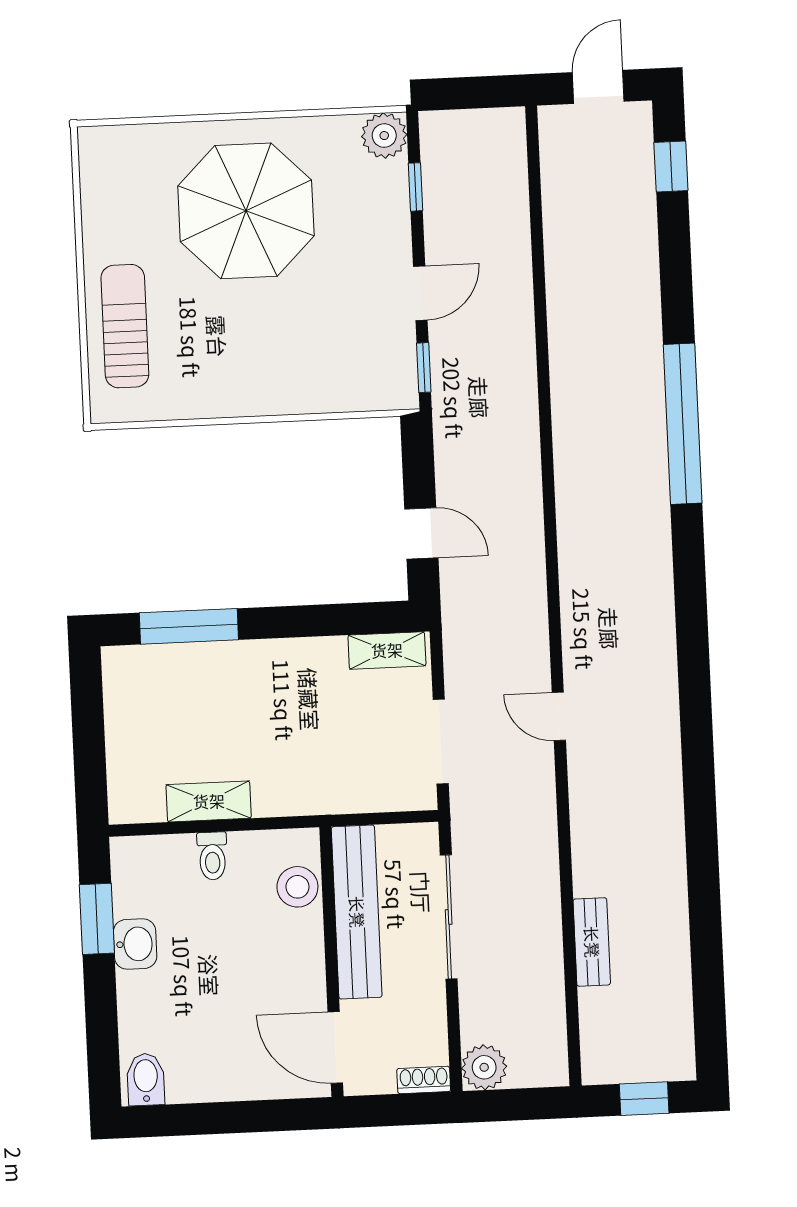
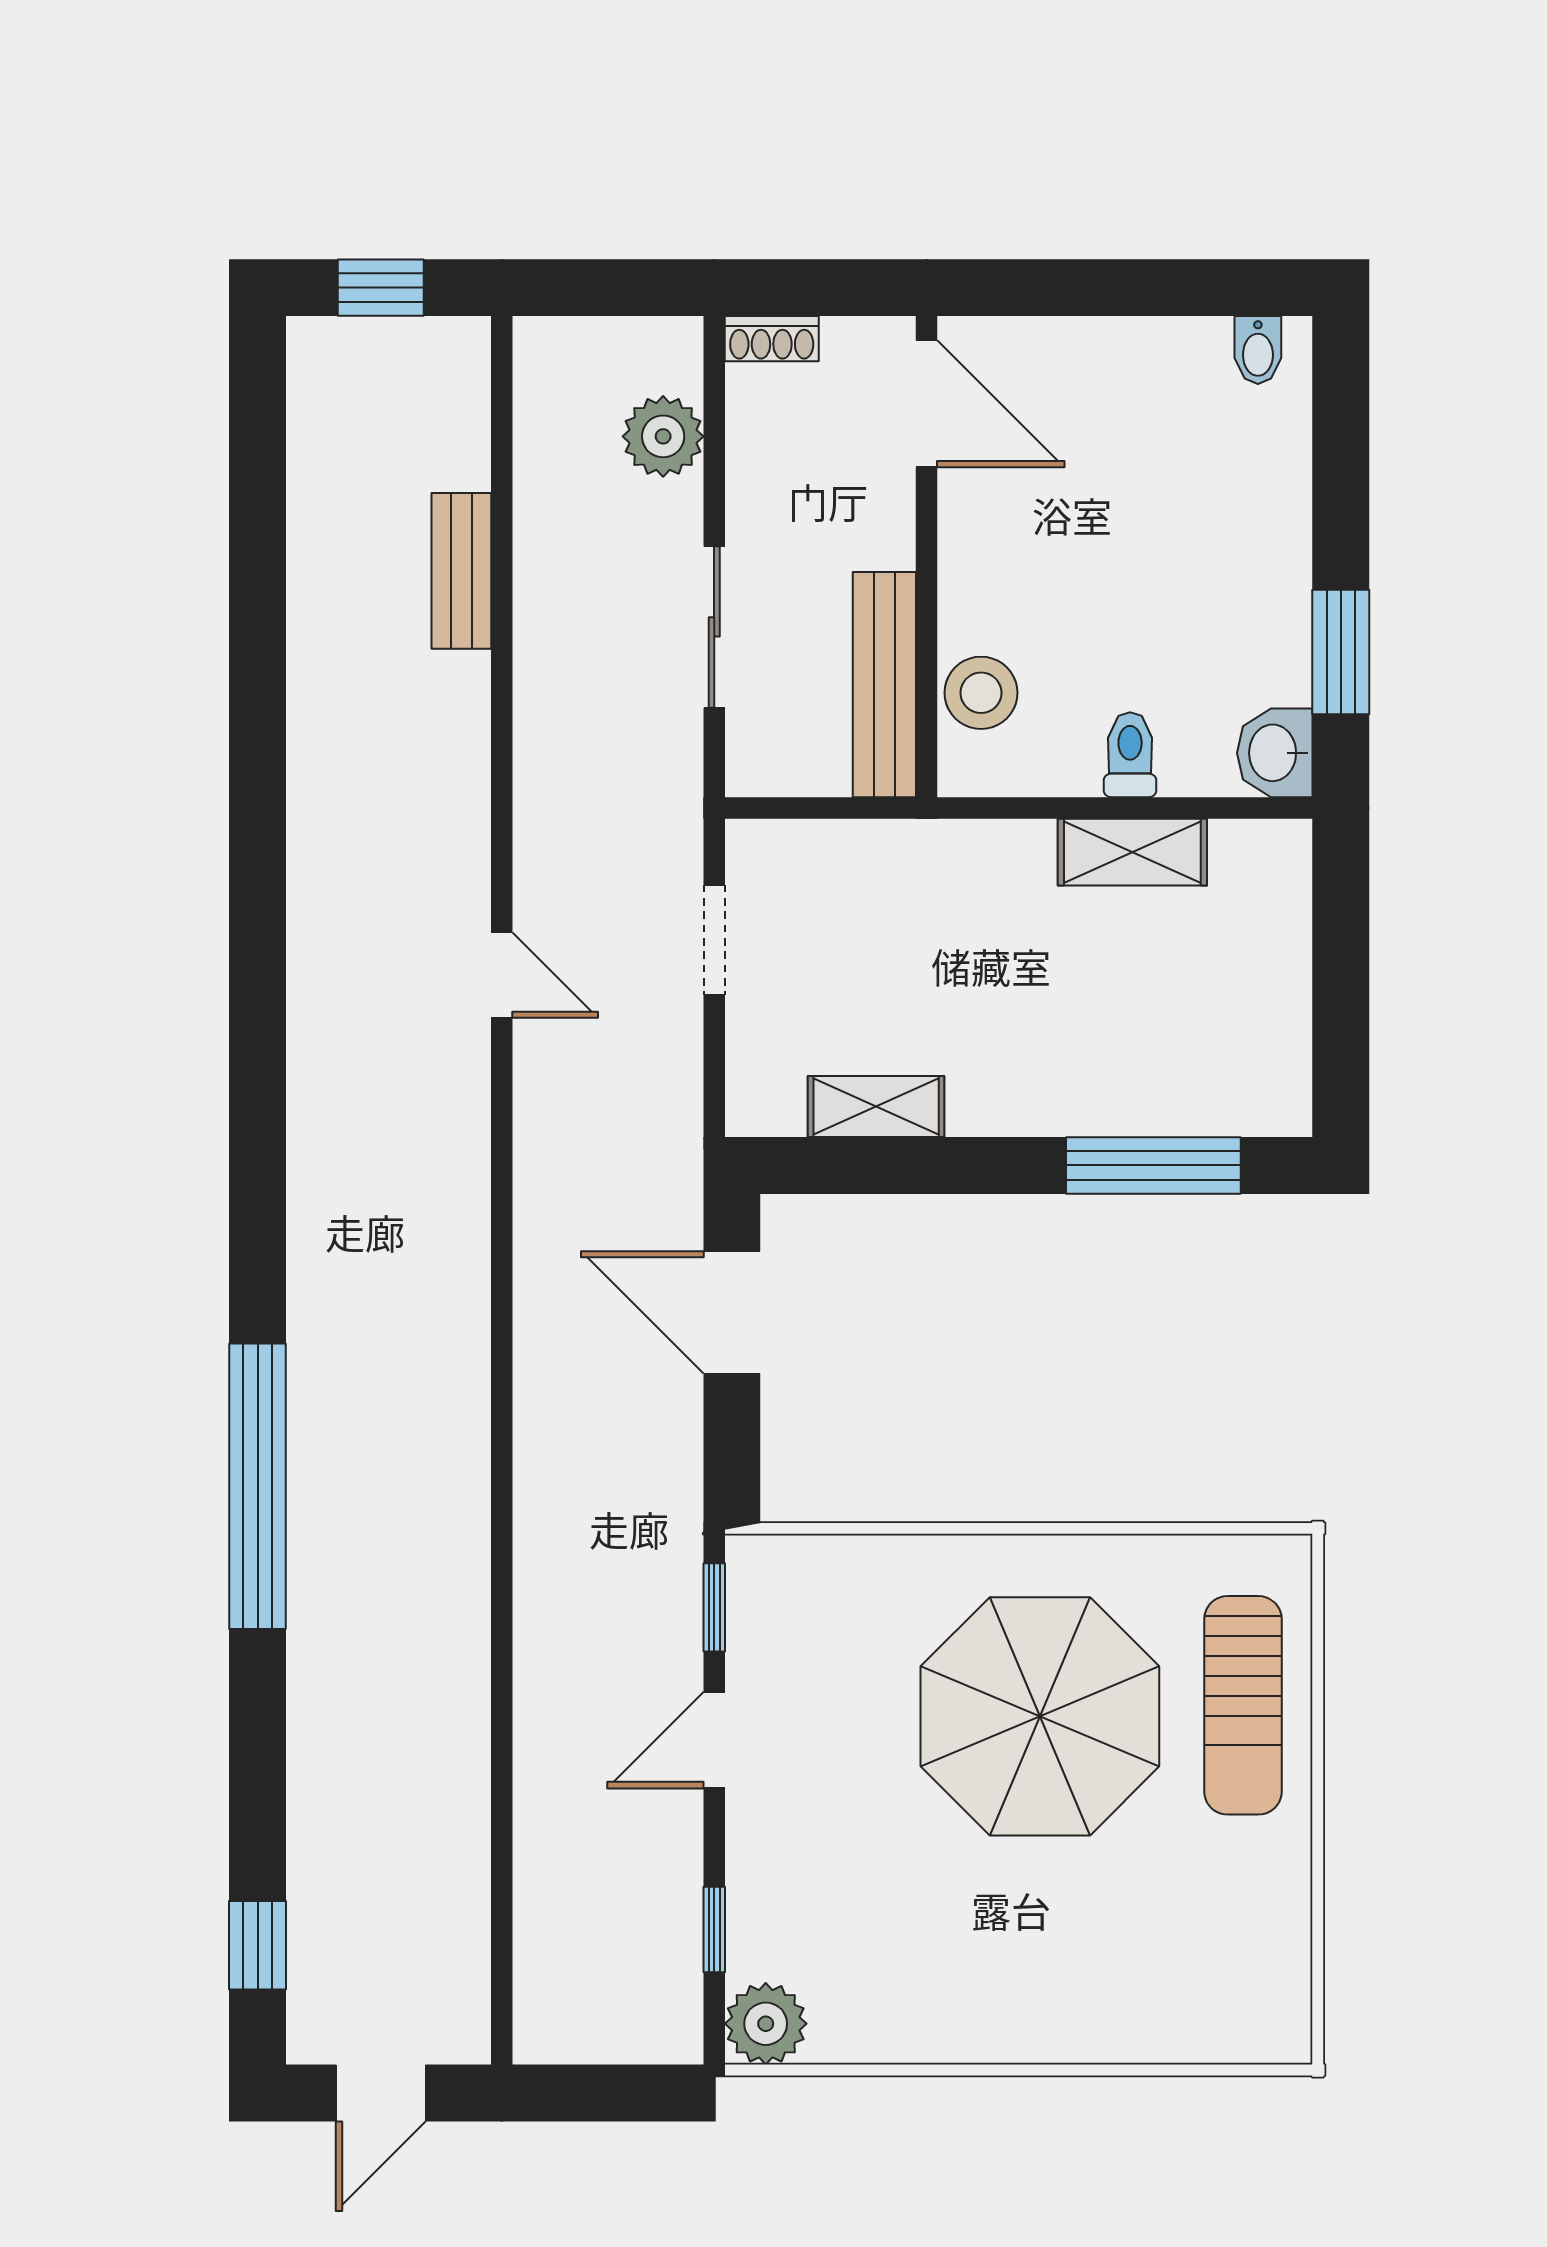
parasol: (246, 211) -> (1040, 1716), moved
door: (421, 533) -> (732, 1312), width x1.38
shelving: (387, 650) -> (876, 1107), moved
doorway: (441, 742) -> (714, 940), width x0.73
bench: (357, 912) -> (884, 685), width x0.73, depth x0.82
sliding door: (449, 917) -> (714, 627), width x0.73
washbasin: (135, 944) -> (1275, 753), moved
plant: (484, 1067) -> (663, 436), moved
bidet: (146, 1079) -> (1258, 350), width x0.72, depth x0.74

